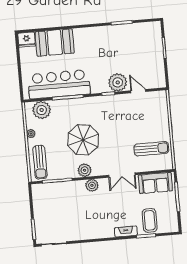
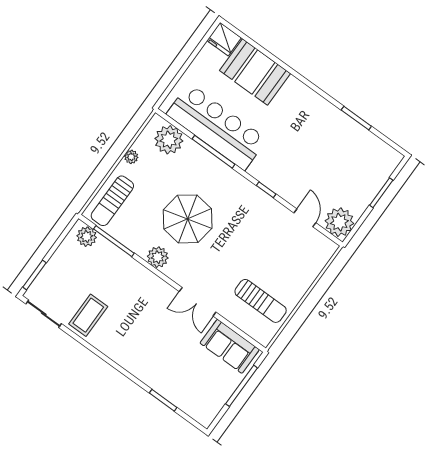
plant: (118, 82) -> (339, 222), moved
plant: (92, 185) -> (87, 237), moved
coffee table: (150, 220) -> (88, 315), moved
fireplace: (126, 231) -> (143, 374), removed

